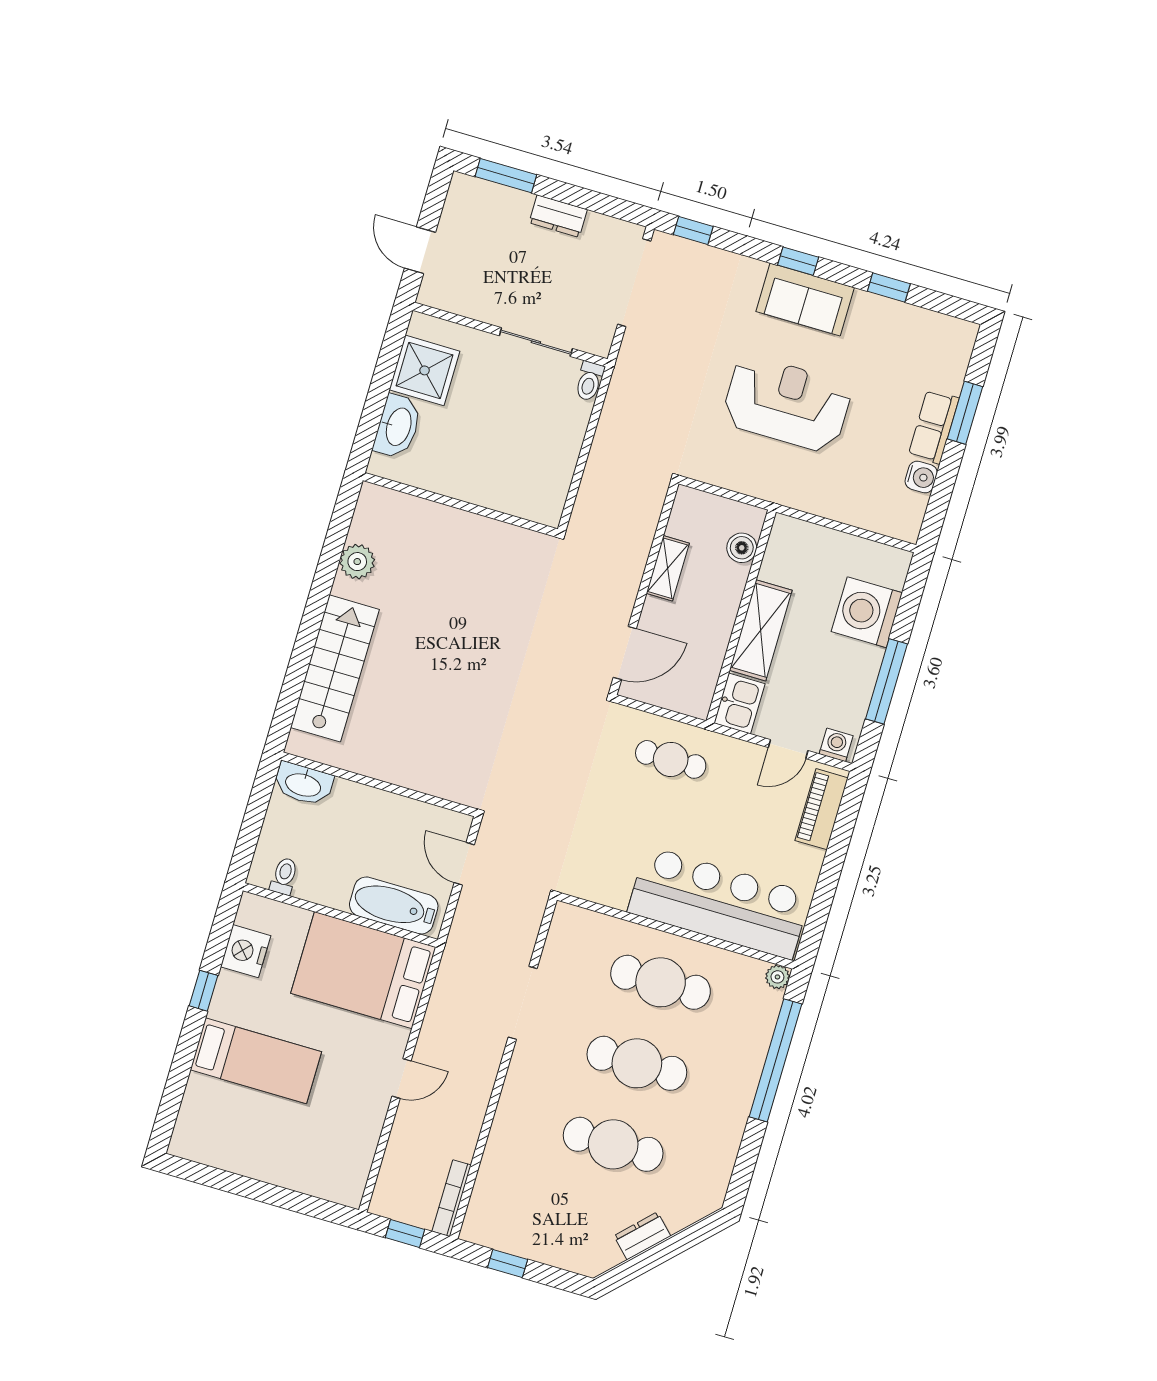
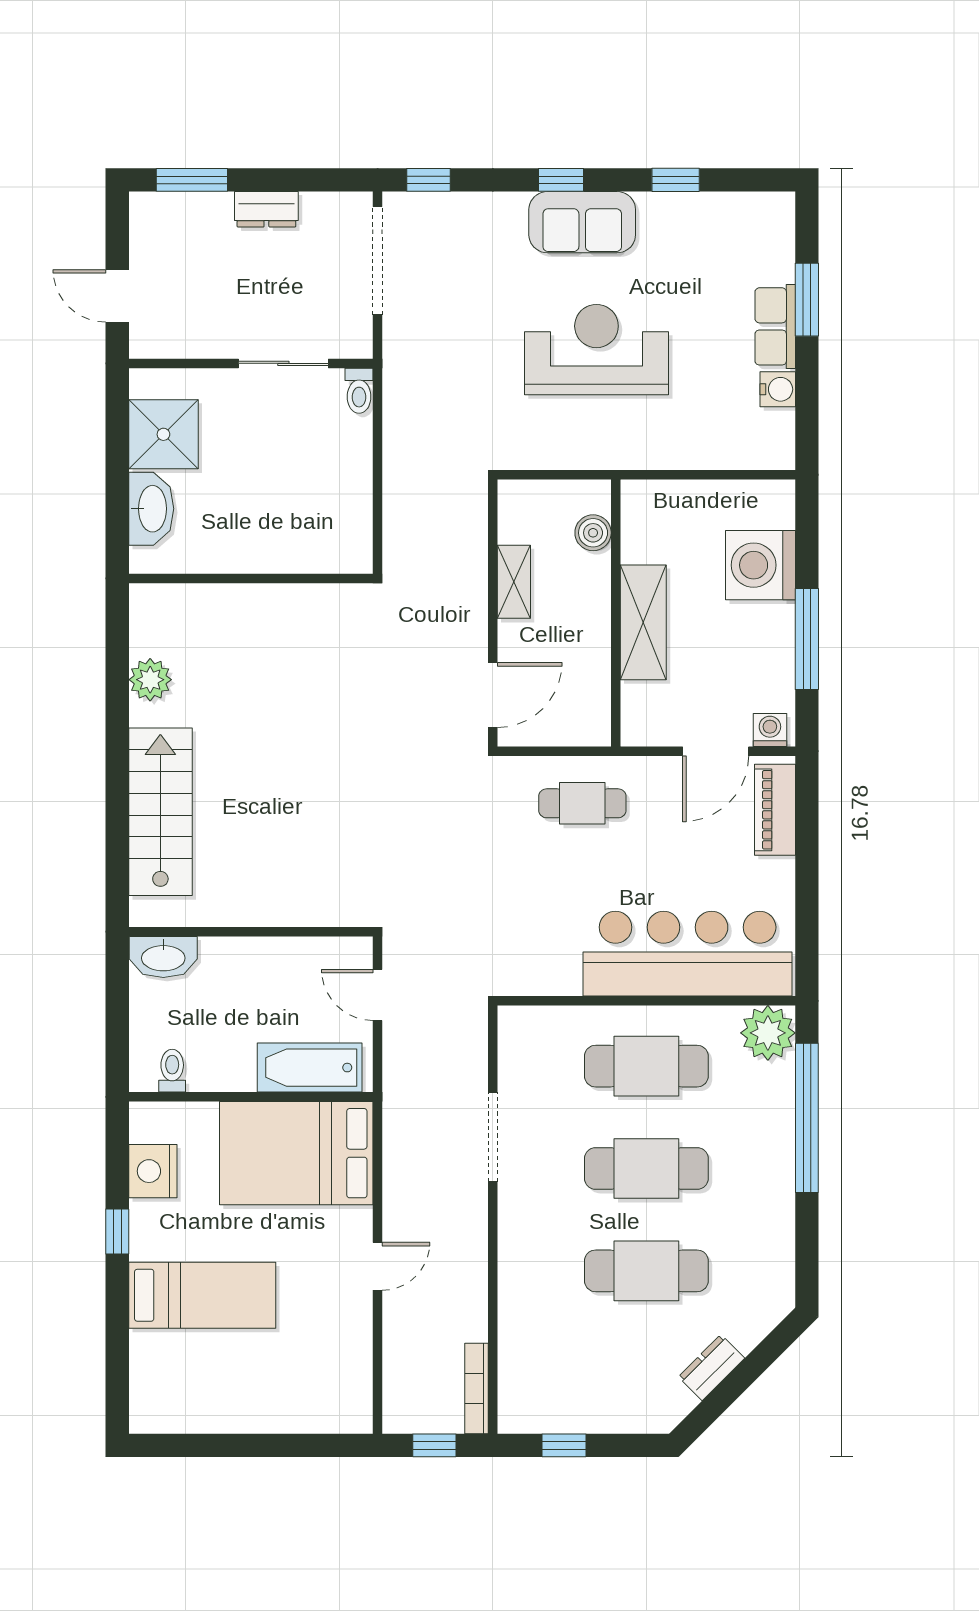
kitchen sink: (739, 703) -> (643, 715), removed
door: (788, 749) -> (716, 751), width x1.38
plant: (777, 977) -> (768, 1033), width x1.88, depth x1.88

